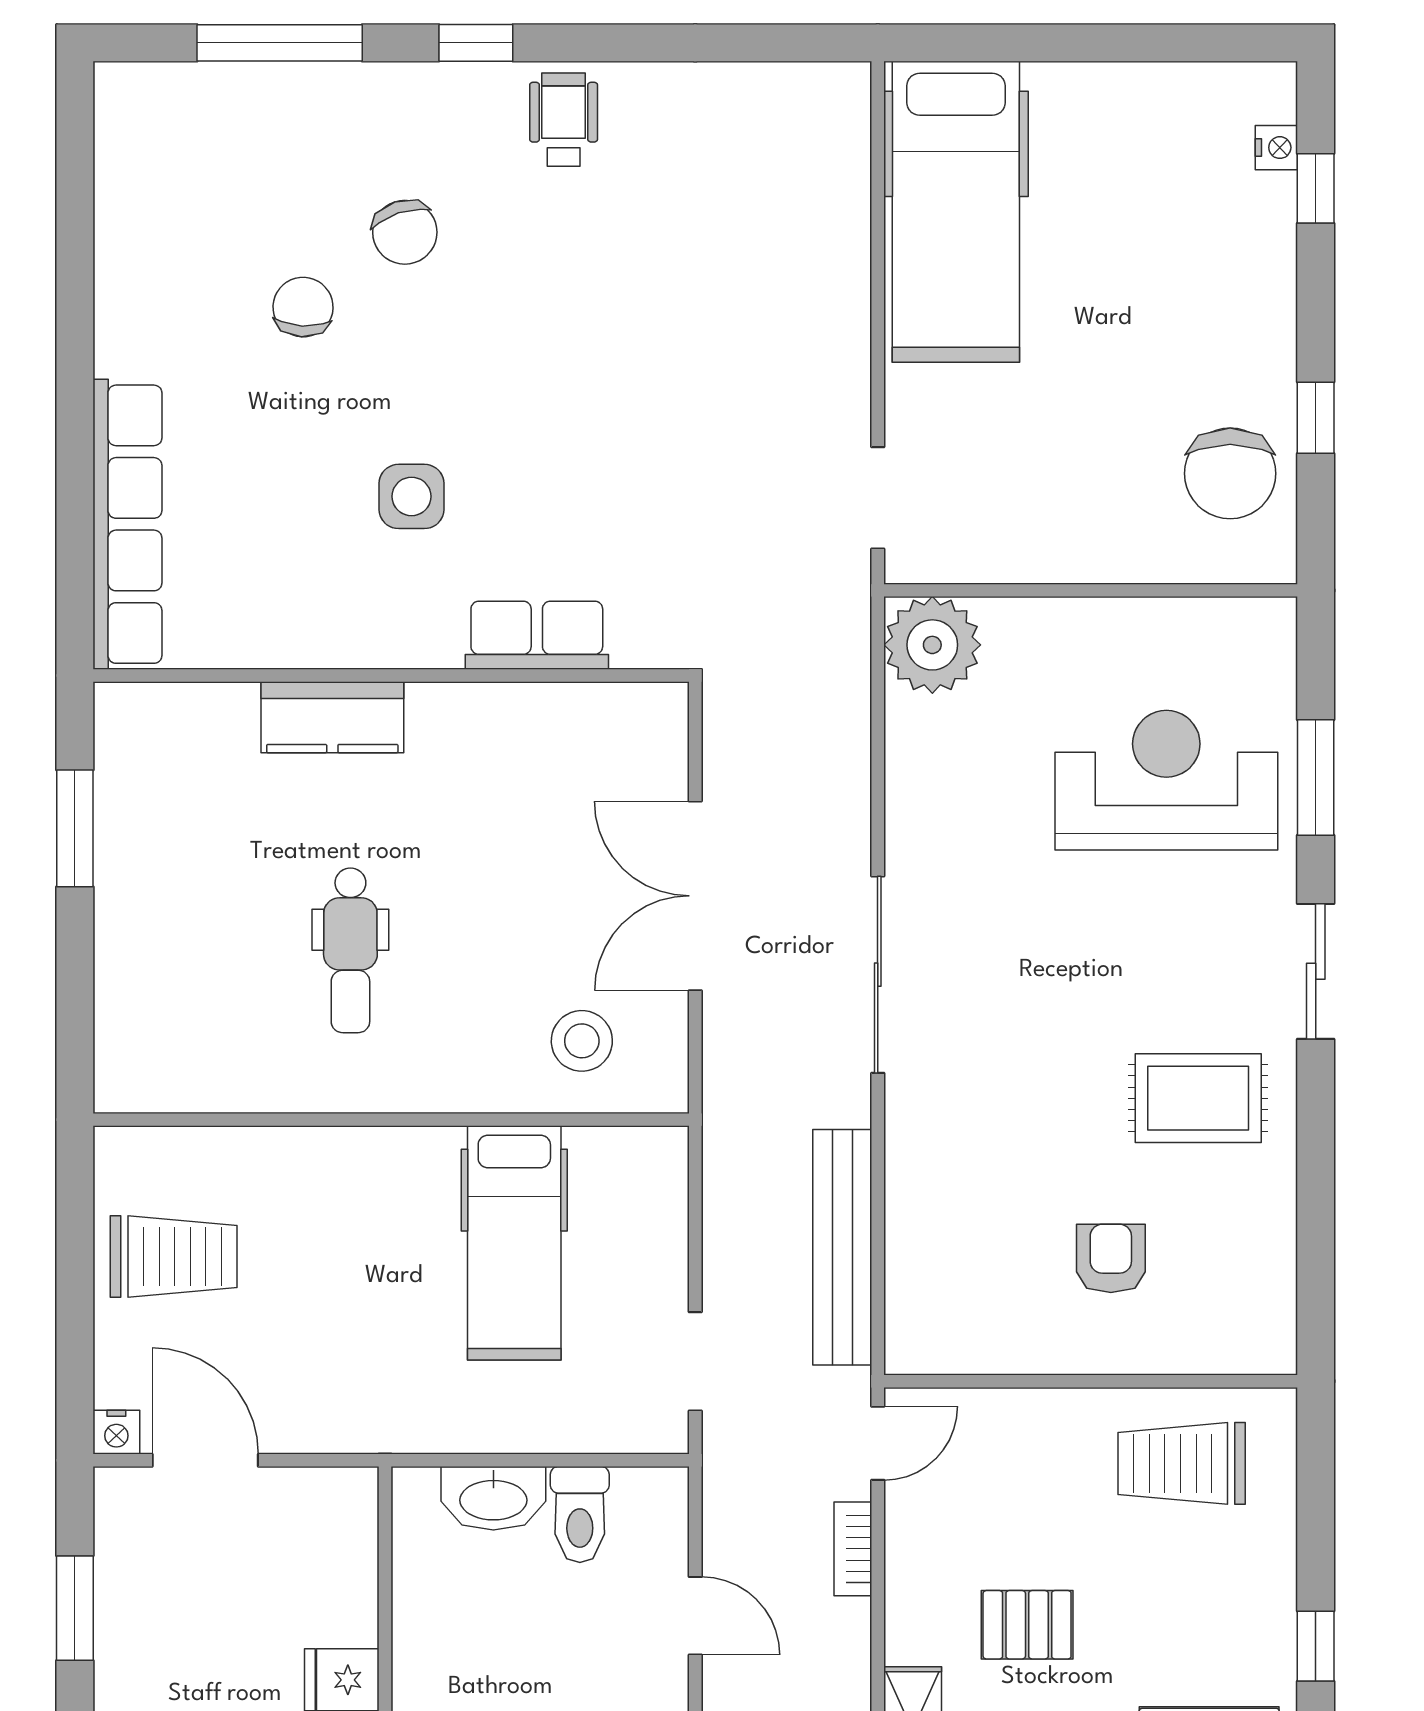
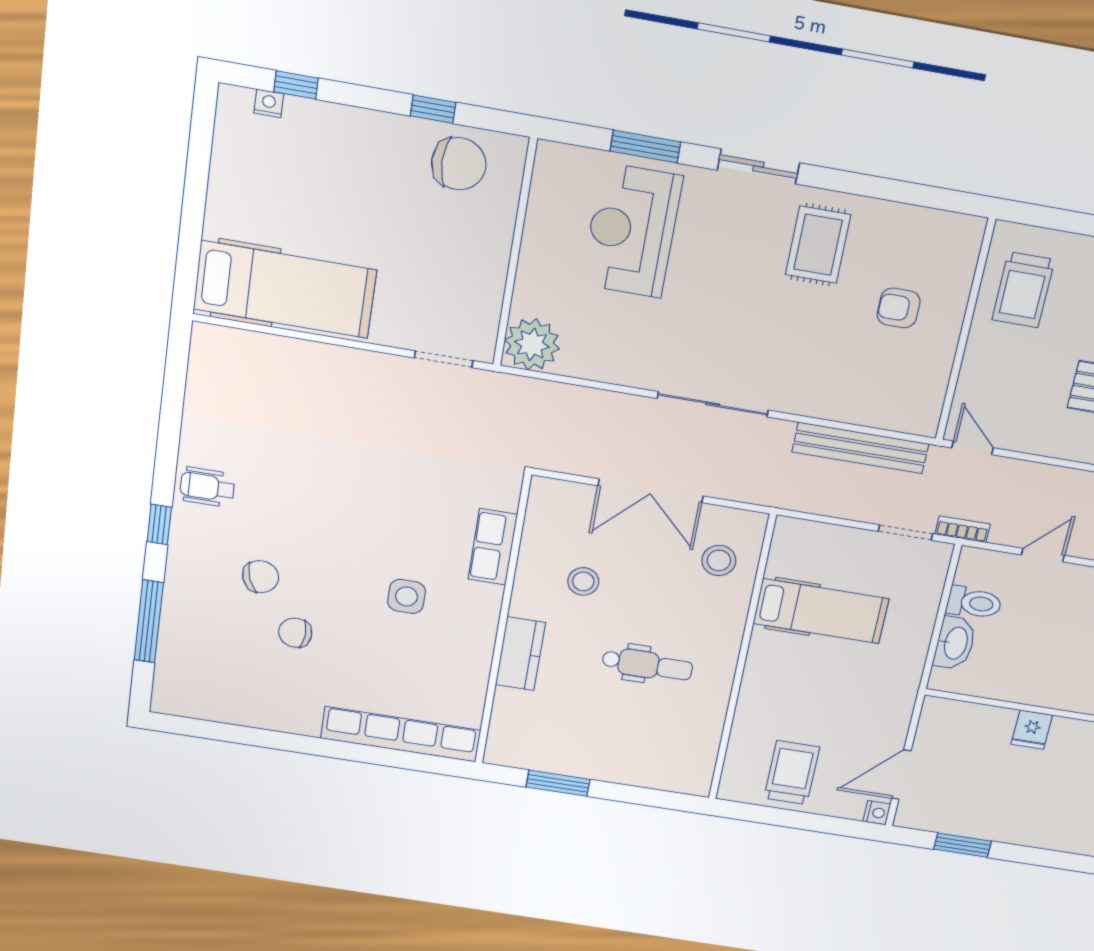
stool: (497, 807) -> (583, 581), added
bookcase: (853, 1549) -> (963, 529), moved, turned 180

